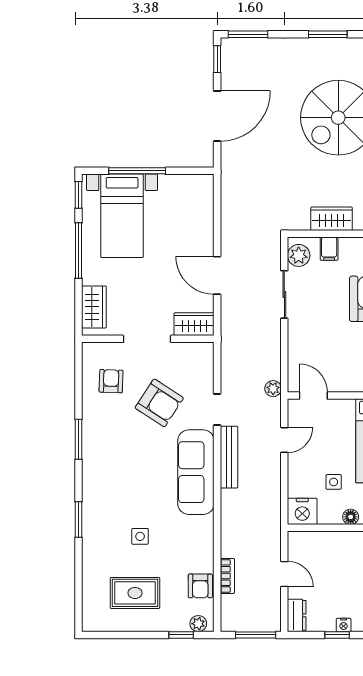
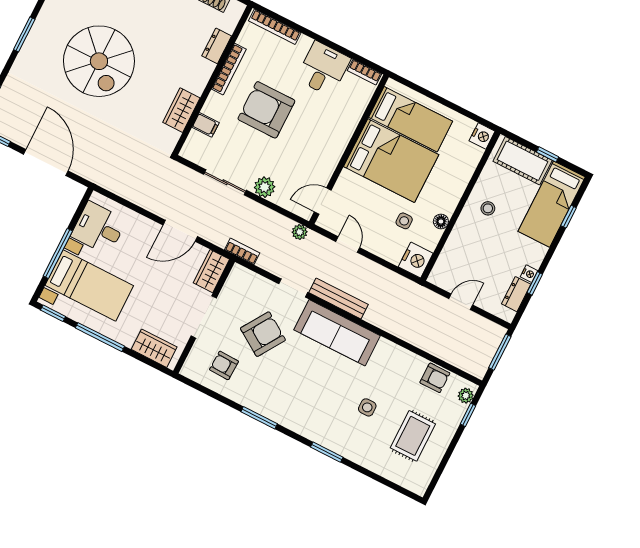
desk: (181, 197) -> (99, 228), added
plant: (299, 255) -> (265, 187), moved
bookcase: (227, 576) -> (242, 251), moved
dresser: (297, 615) -> (516, 294), moved, turned -90

